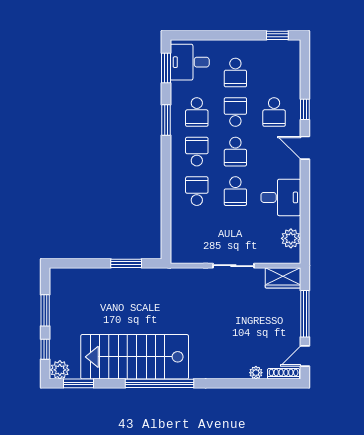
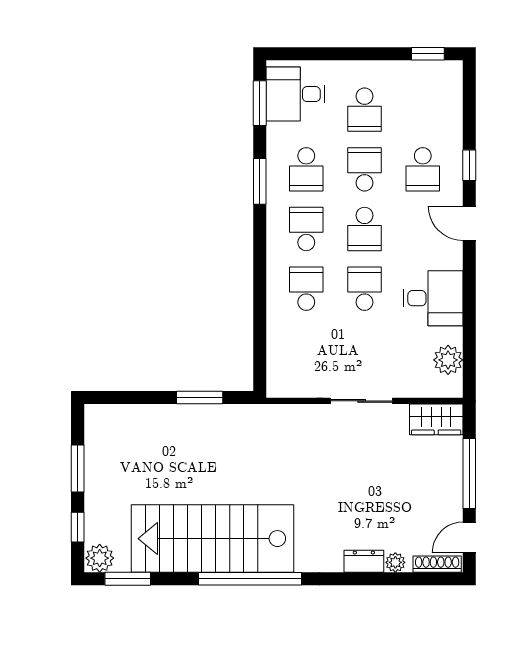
school desk: (235, 191) -> (365, 289), turned 180
dresser: (235, 372) -> (364, 561), added

